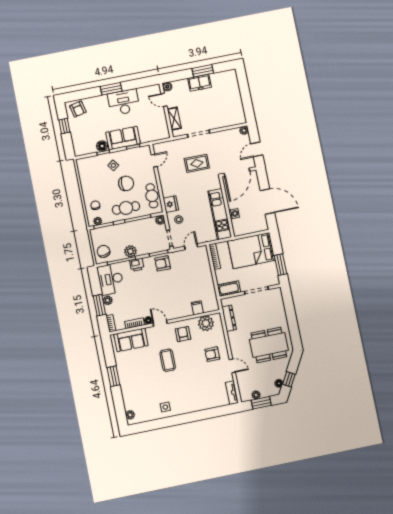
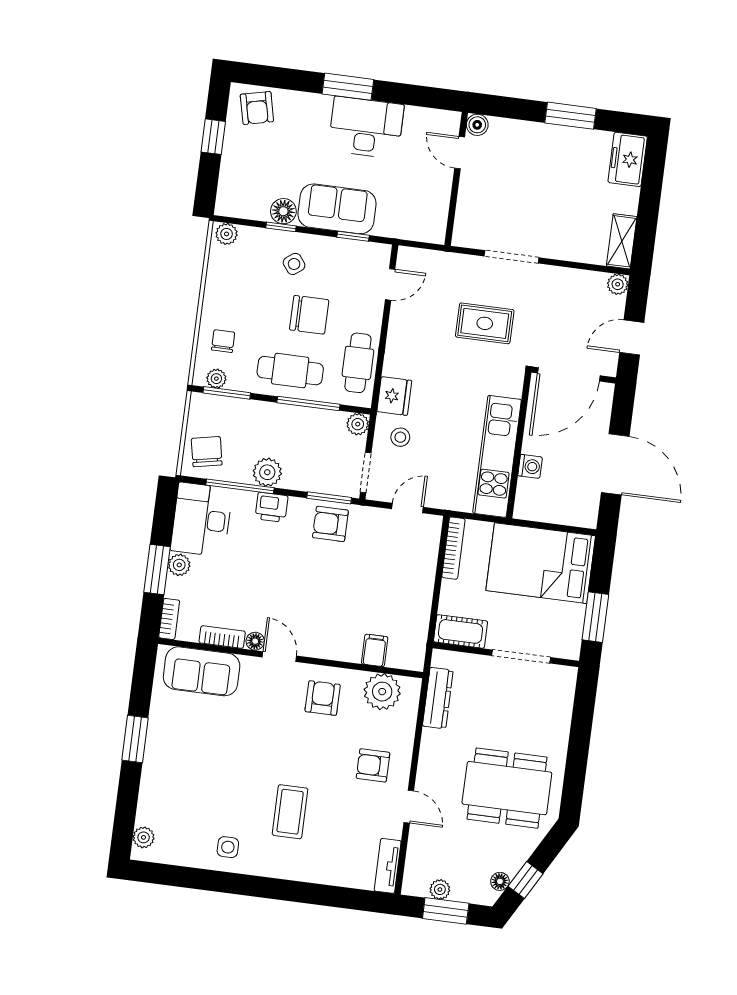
freezer: (199, 83) -> (628, 159), moved, turned 90
shelving: (174, 119) -> (622, 241), moved
plant: (83, 163) -> (227, 234), added
coffee table: (168, 360) -> (290, 812), moved

